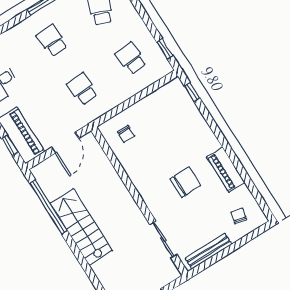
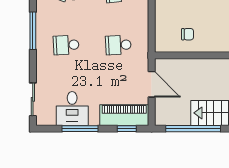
chair: (126, 134) -> (188, 34), moved

